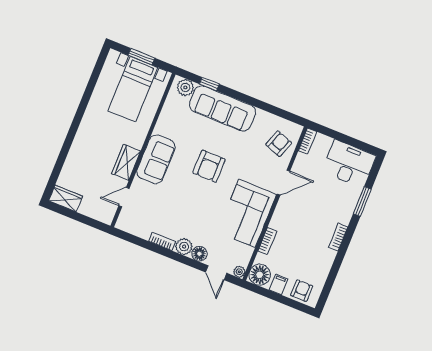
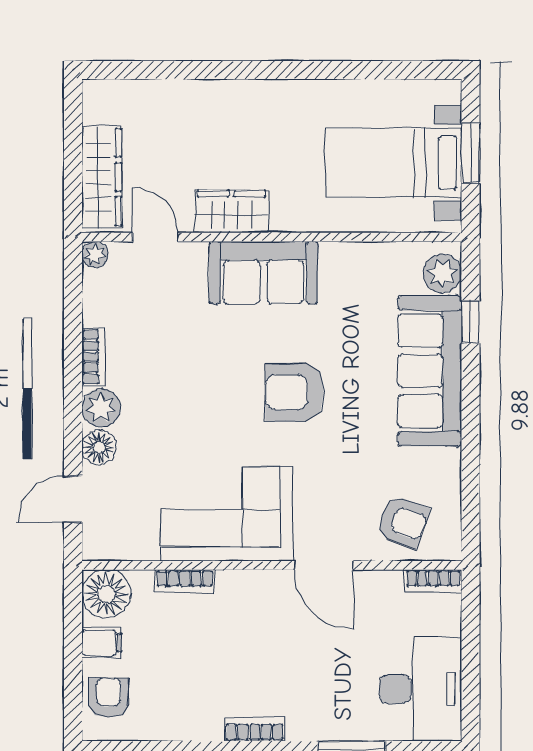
wardrobe: (65, 198) -> (102, 177), moved, width x1.50
plant: (239, 272) -> (95, 254), moved
armchair: (302, 291) -> (109, 698), turned -90

